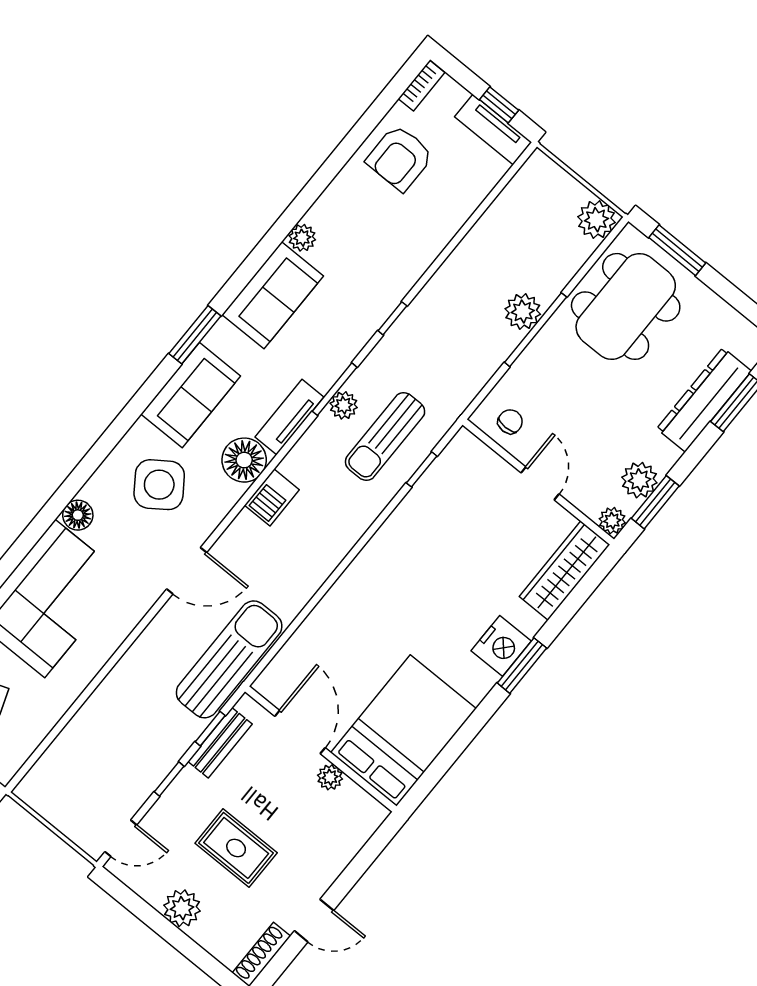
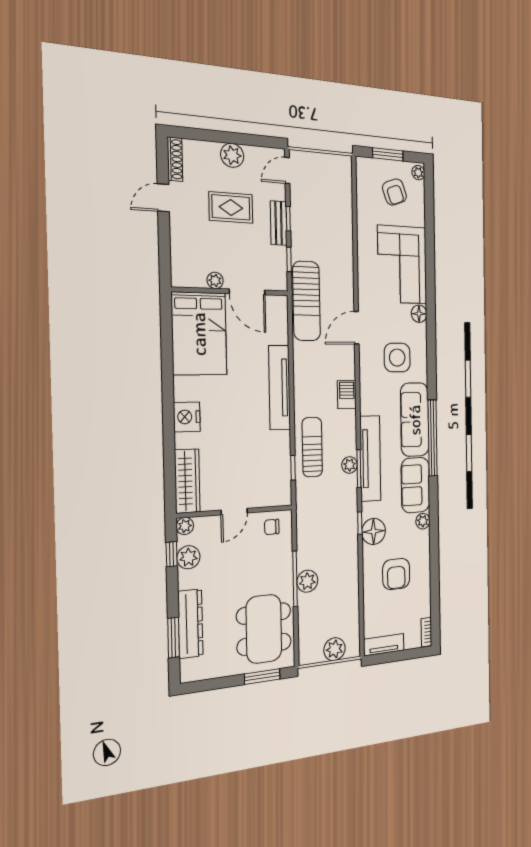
window: (499, 105) -> (390, 657), removed
armchair: (400, 158) -> (396, 574), moved, turned 180
plant: (596, 220) -> (335, 649), moved
window: (195, 335) -> (433, 438), width x2.11
sofa: (191, 395) -> (415, 420), width x1.36
tv unit: (289, 417) -> (370, 458), width x1.92, depth x1.29
chair: (510, 422) -> (272, 527), turned 90
sun lounger: (385, 437) -> (312, 447), moved
floor lamp: (244, 460) -> (374, 531), moved
door: (540, 483) -> (234, 512), hinge flipped
side table: (159, 485) -> (397, 358), turned 35
window: (655, 502) -> (172, 554), width x0.67
tv unit: (356, 583) -> (279, 388), added
window: (522, 666) -> (168, 416), removed
bench: (220, 743) -> (279, 223), moved

